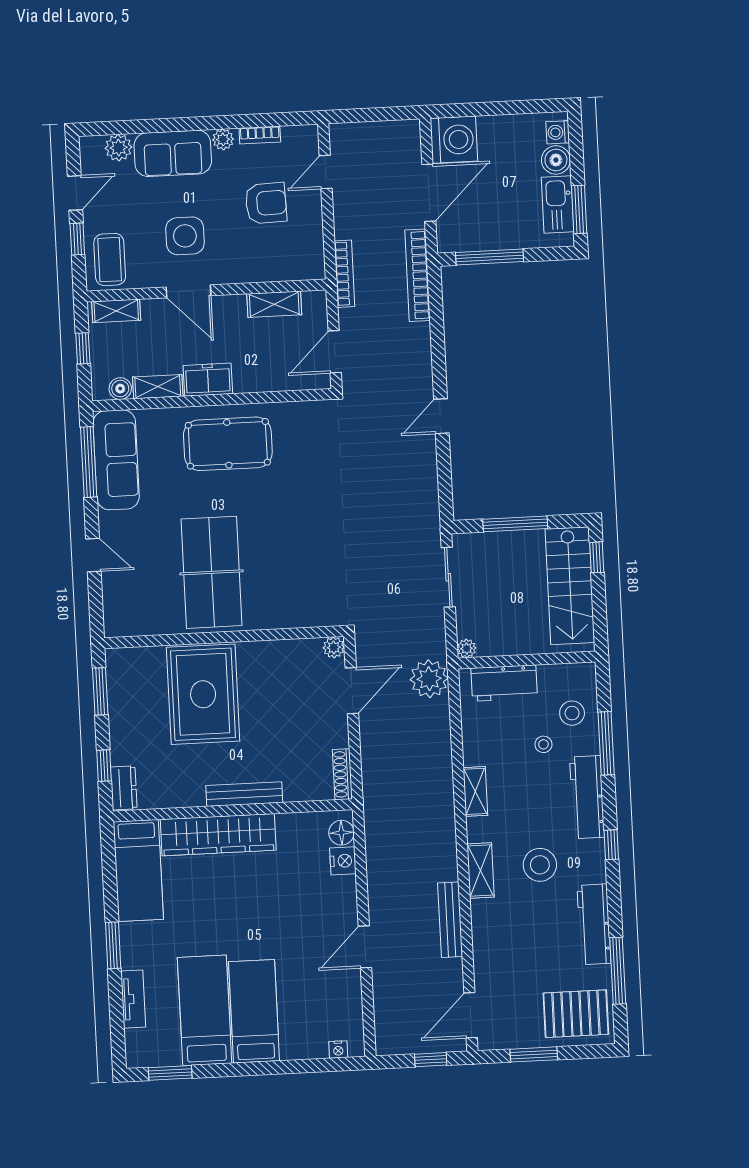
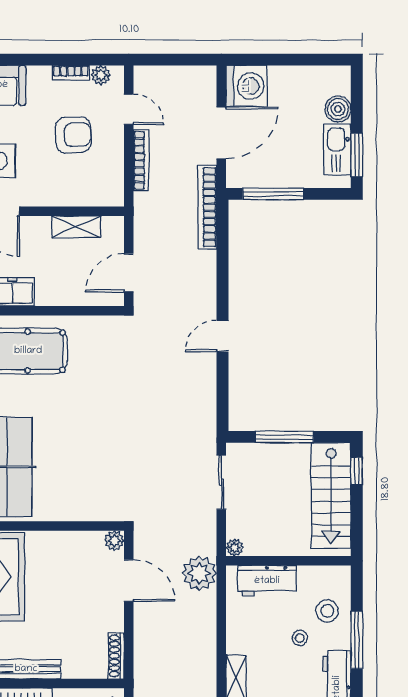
washing machine: (558, 132) -> (341, 84), removed
plant: (223, 139) -> (101, 75), moved
door: (326, 172) -> (129, 109), swing flipped
bookcase: (344, 274) -> (141, 160), moved
door: (352, 691) -> (129, 581), hinge flipped

